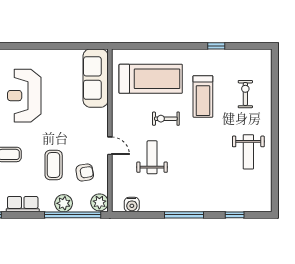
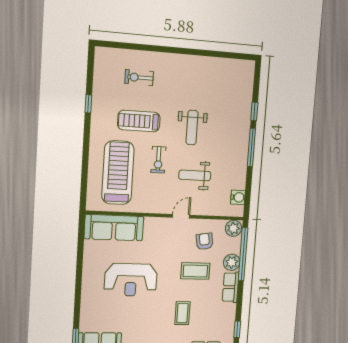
reception desk: (24, 96) -> (131, 280), moved
treadmill: (203, 96) -> (139, 121), turned 180
weight bench: (248, 152) -> (192, 127), moved, turned 90
row of seats: (23, 204) -> (231, 287), moved
window: (235, 215) -> (254, 111), moved

